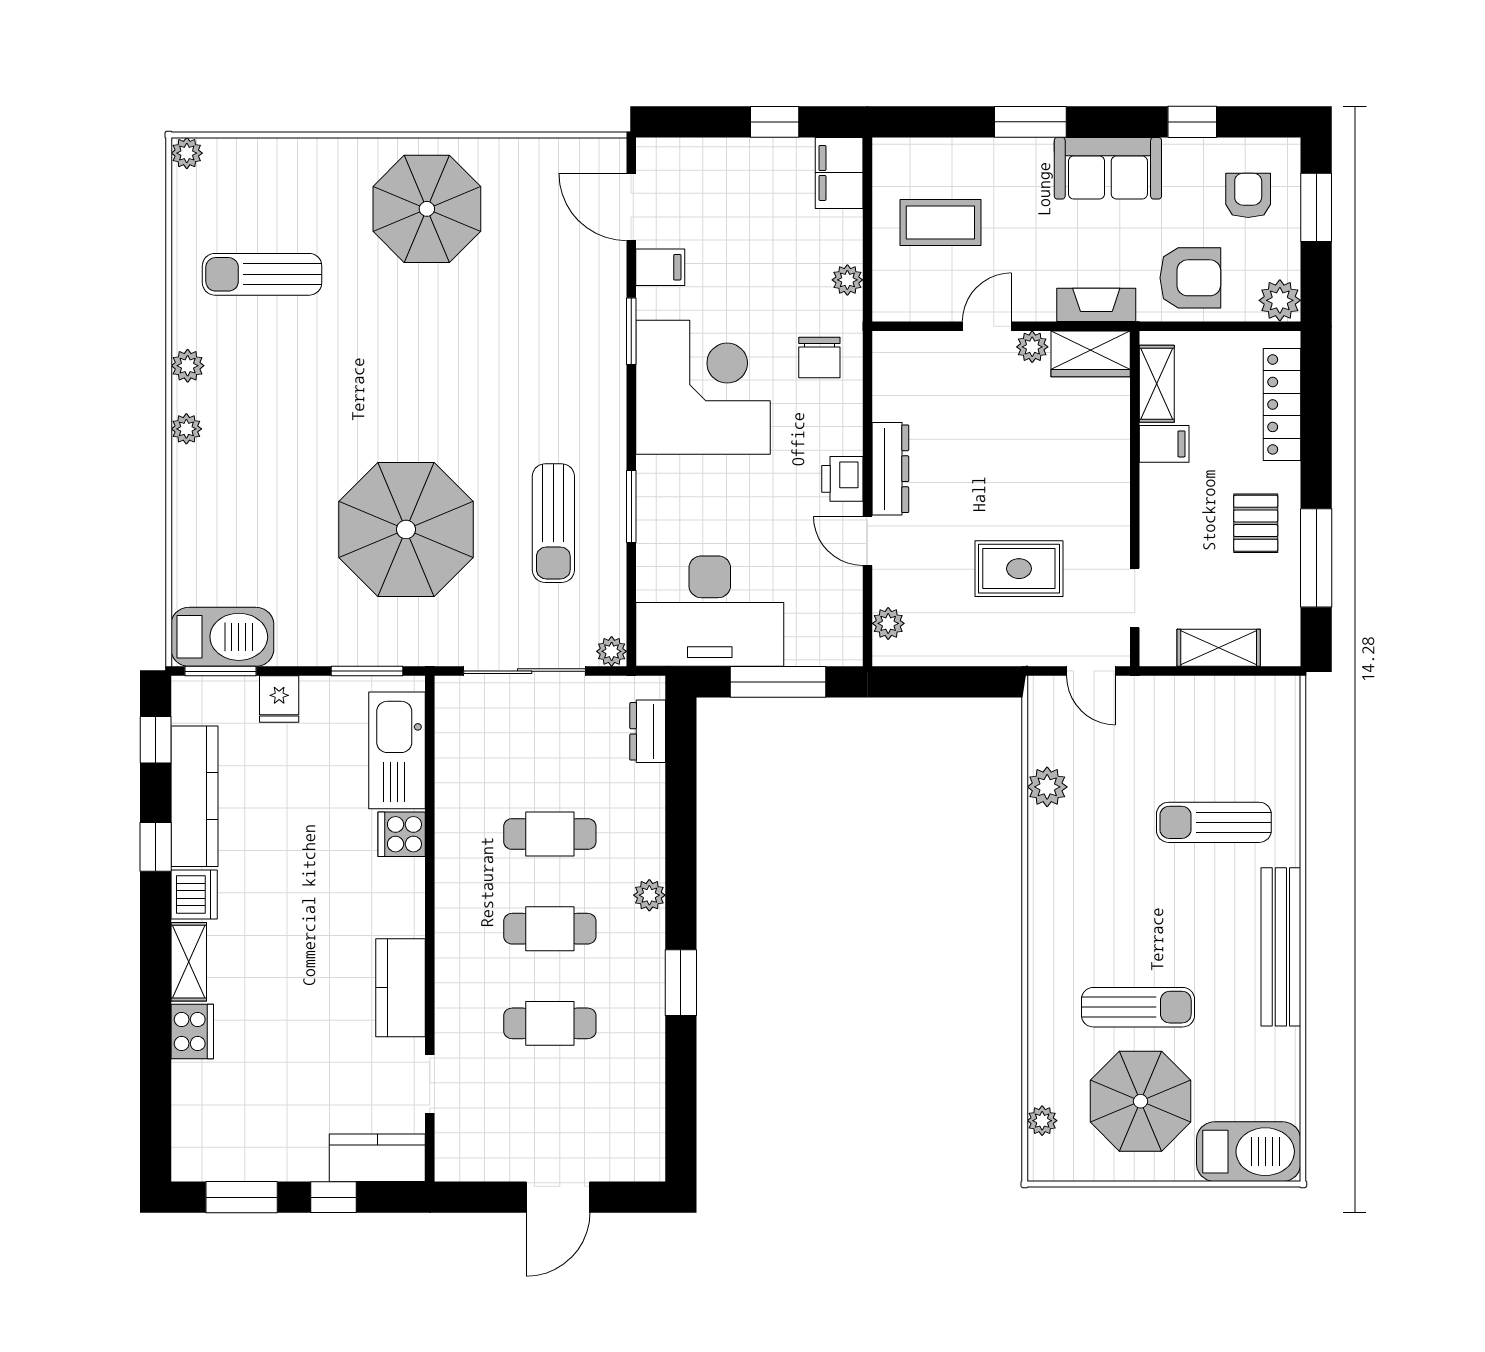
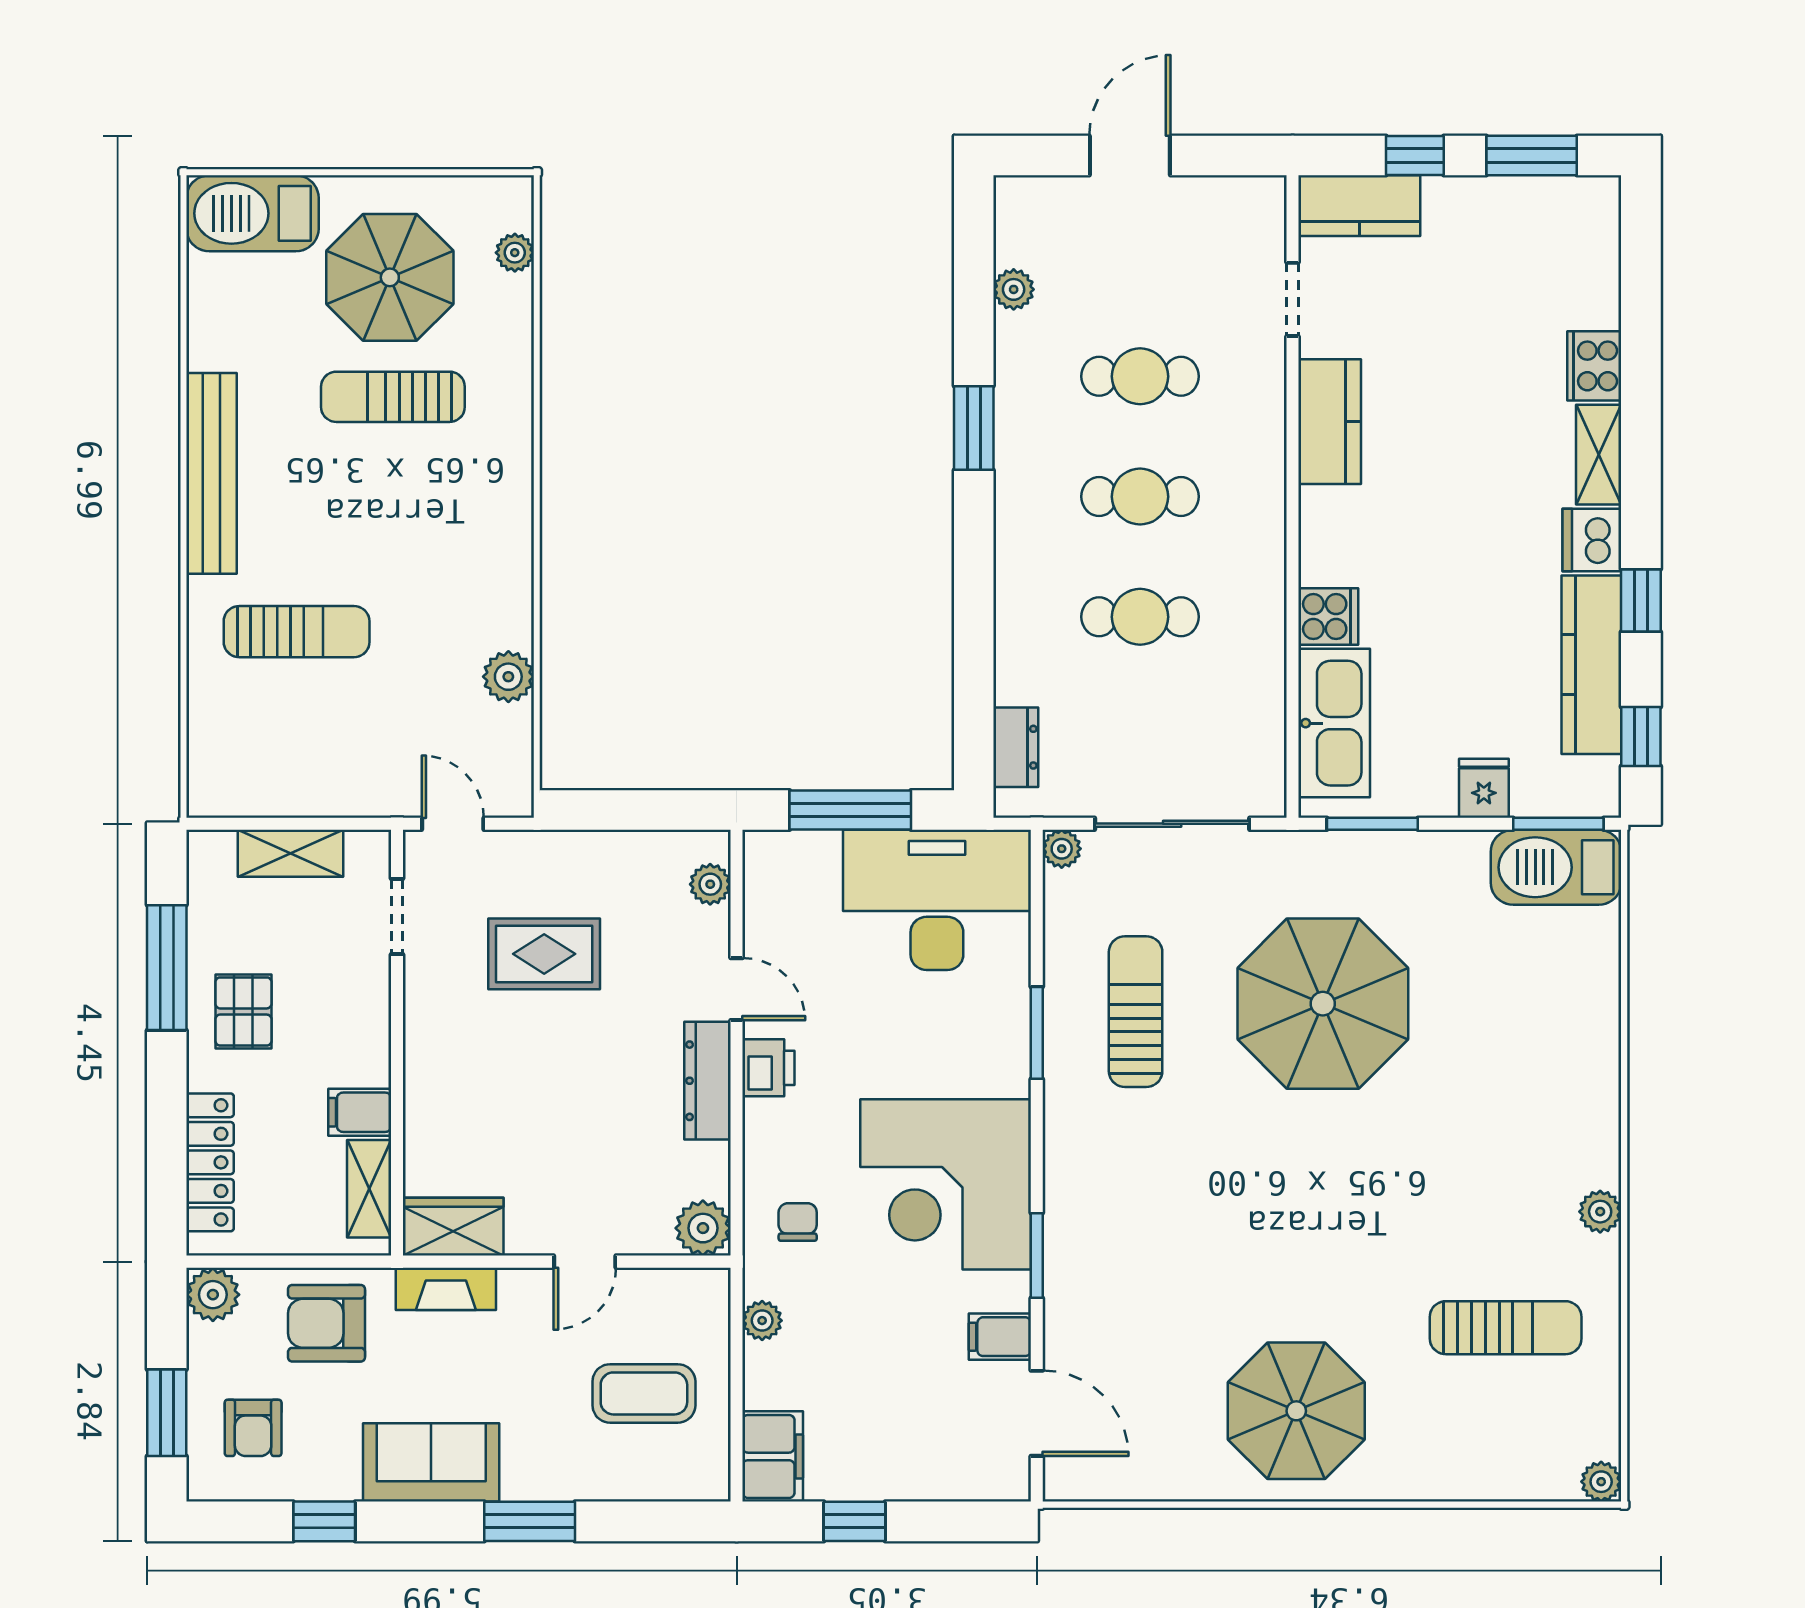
plant: (1032, 347) -> (703, 1228), moved, width x1.38, depth x1.38
chair: (819, 358) -> (798, 1222), width x0.73, depth x0.73
plant: (186, 429) -> (1602, 1131), removed
plant: (649, 895) -> (1014, 289), moved

